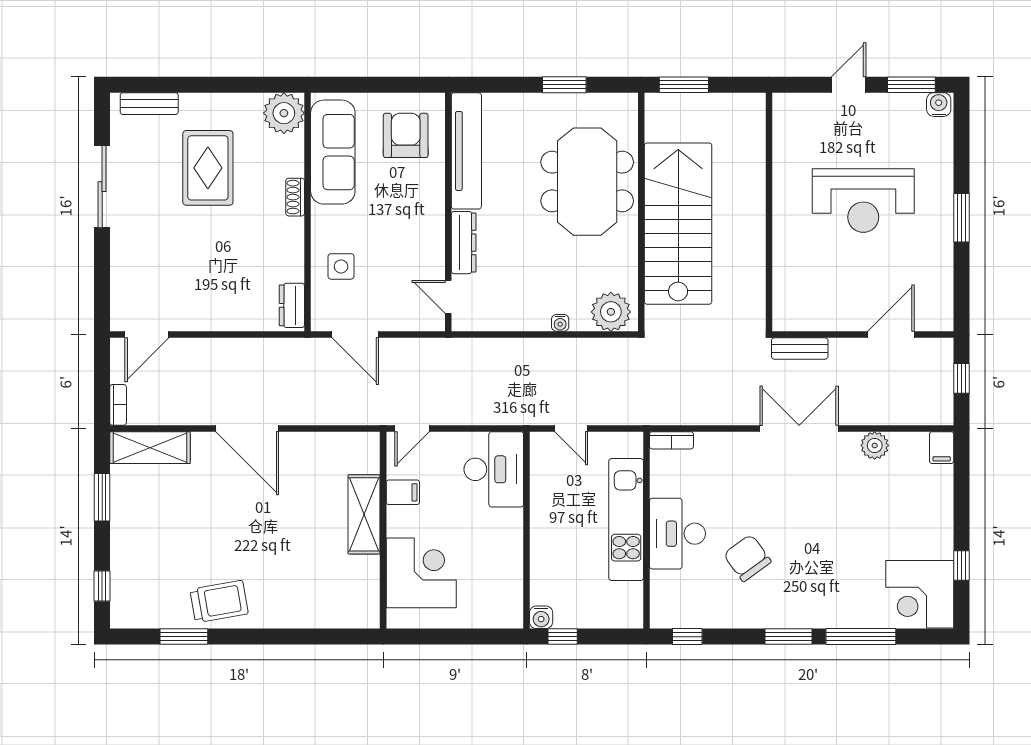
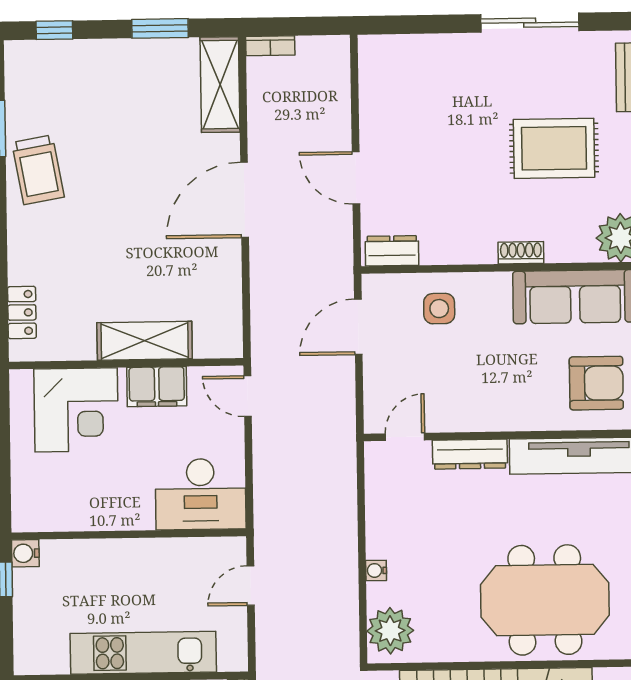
door: (147, 335) -> (356, 178), moved
filing cabinet: (403, 492) -> (157, 387), width x2.00
locker: (339, 617) -> (22, 312), added

